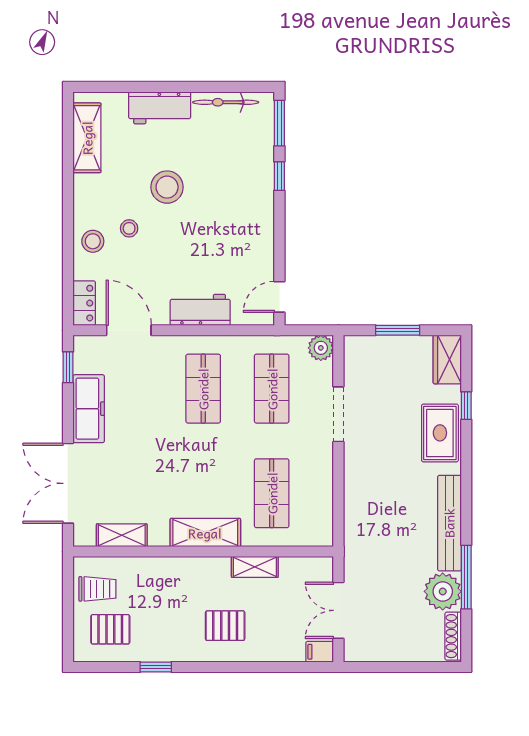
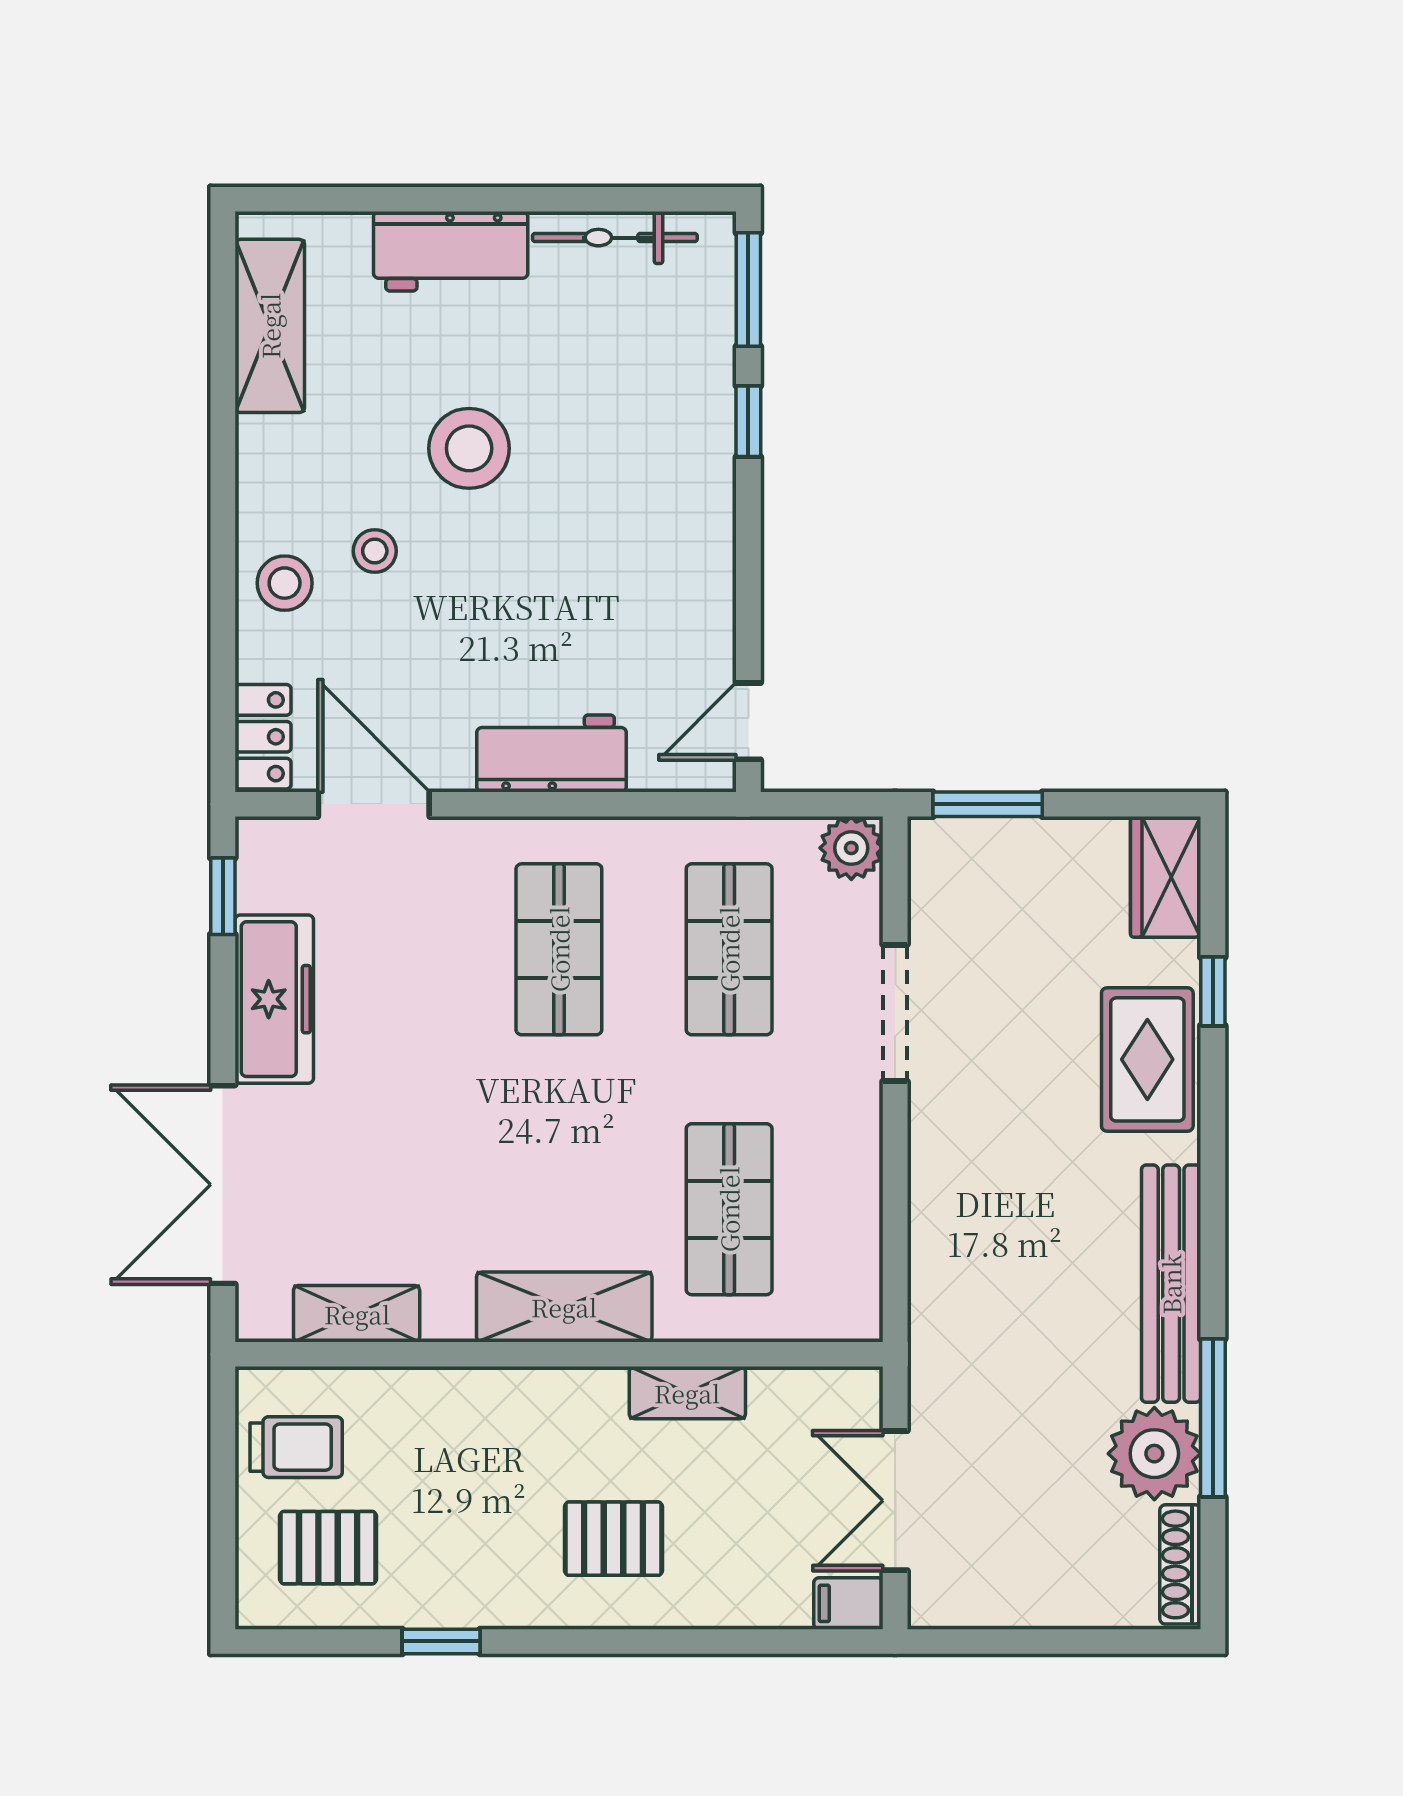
window: (398, 330) -> (988, 804), moved

